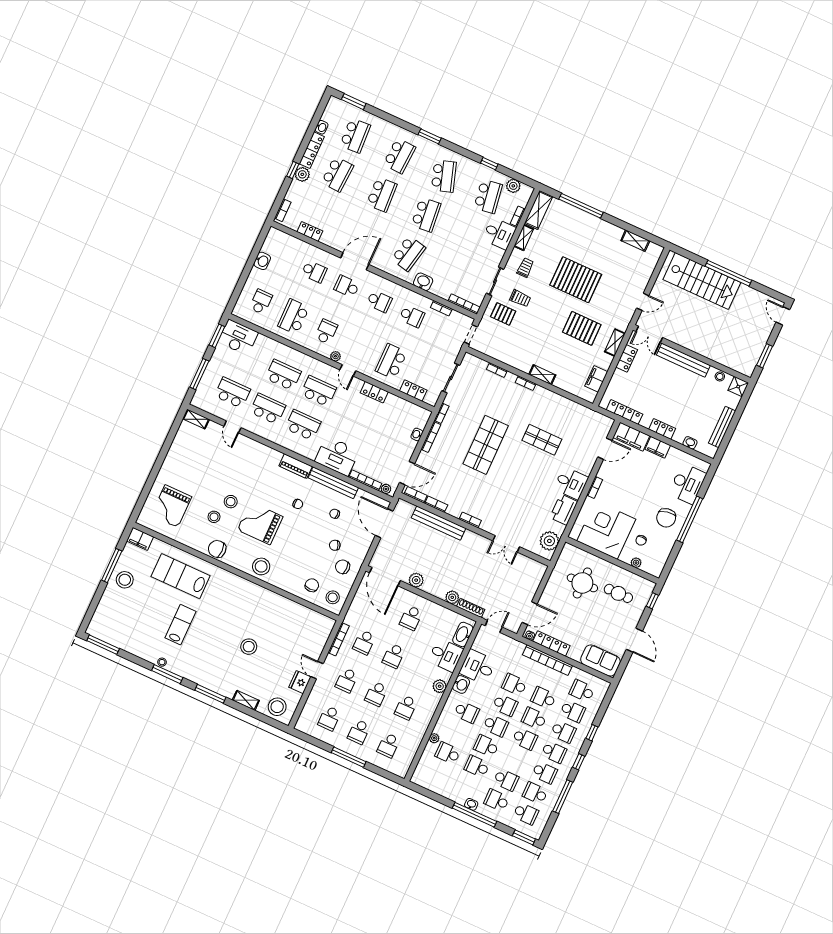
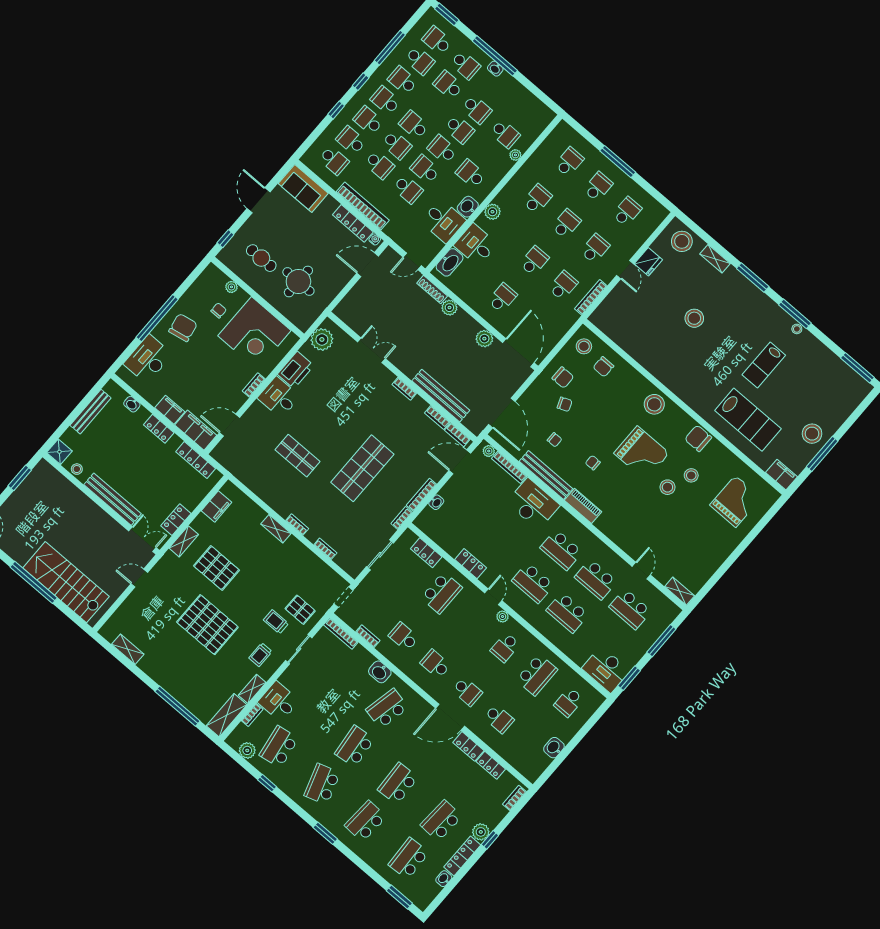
locker: (333, 242) -> (468, 746), added
school desk: (314, 272) -> (499, 719), turned 180
chair: (217, 549) -> (698, 438), turned 180

